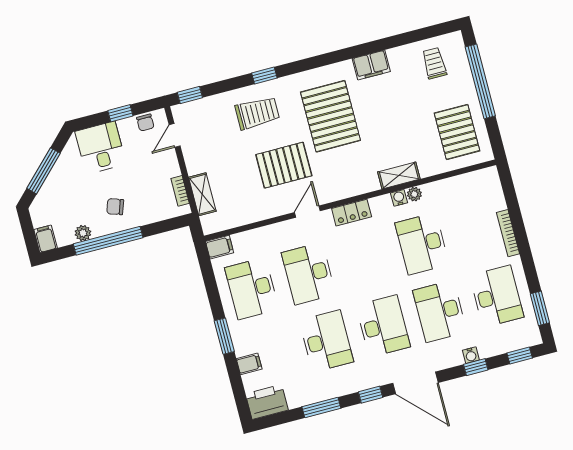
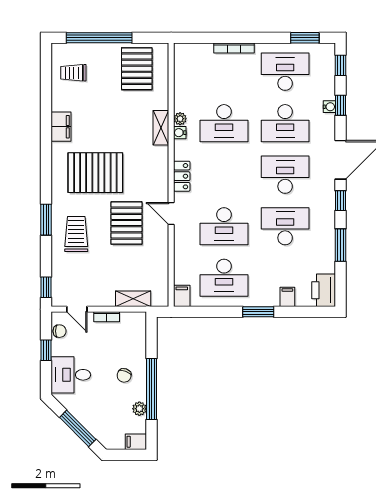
window: (264, 75) -> (46, 220), width x1.50
pallet: (457, 132) -> (137, 69), turned 90
bookcase: (180, 191) -> (107, 317), moved

